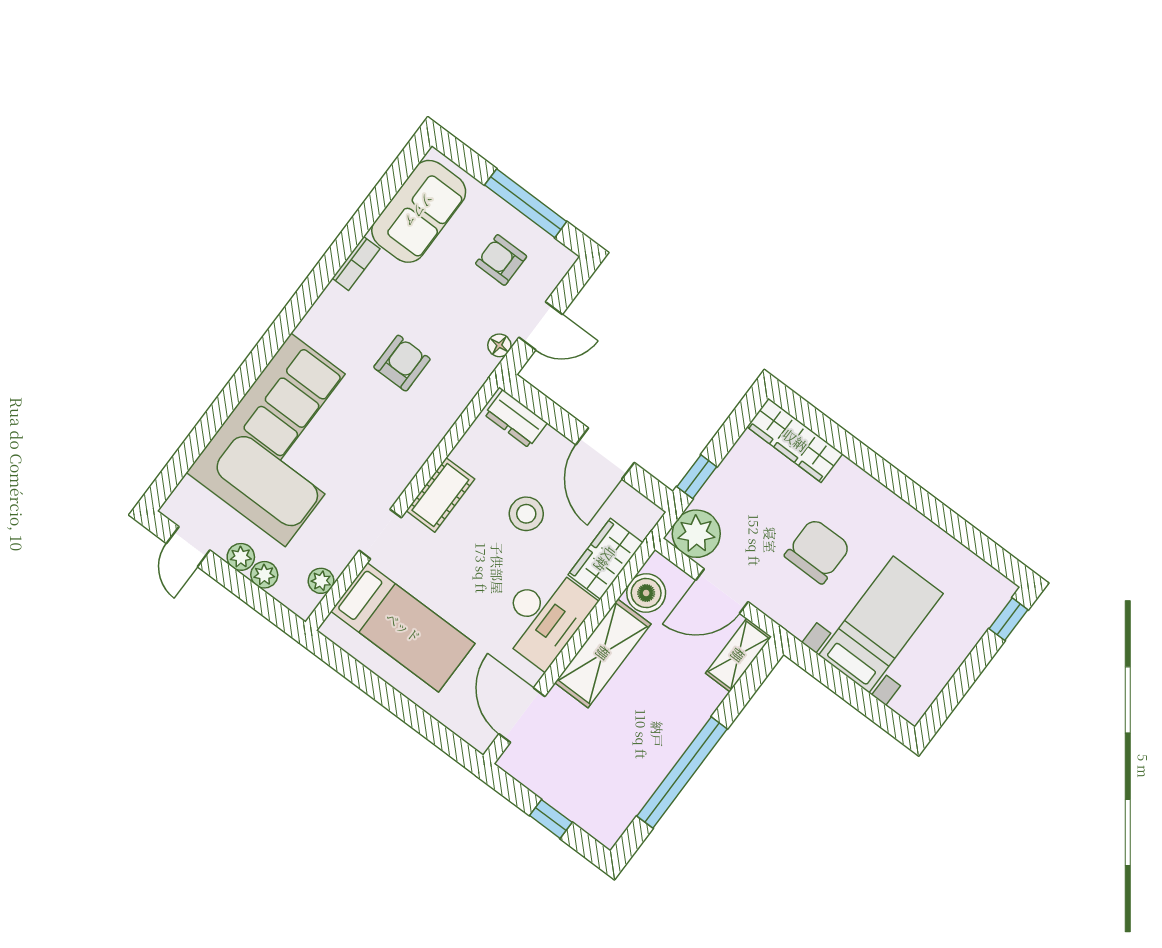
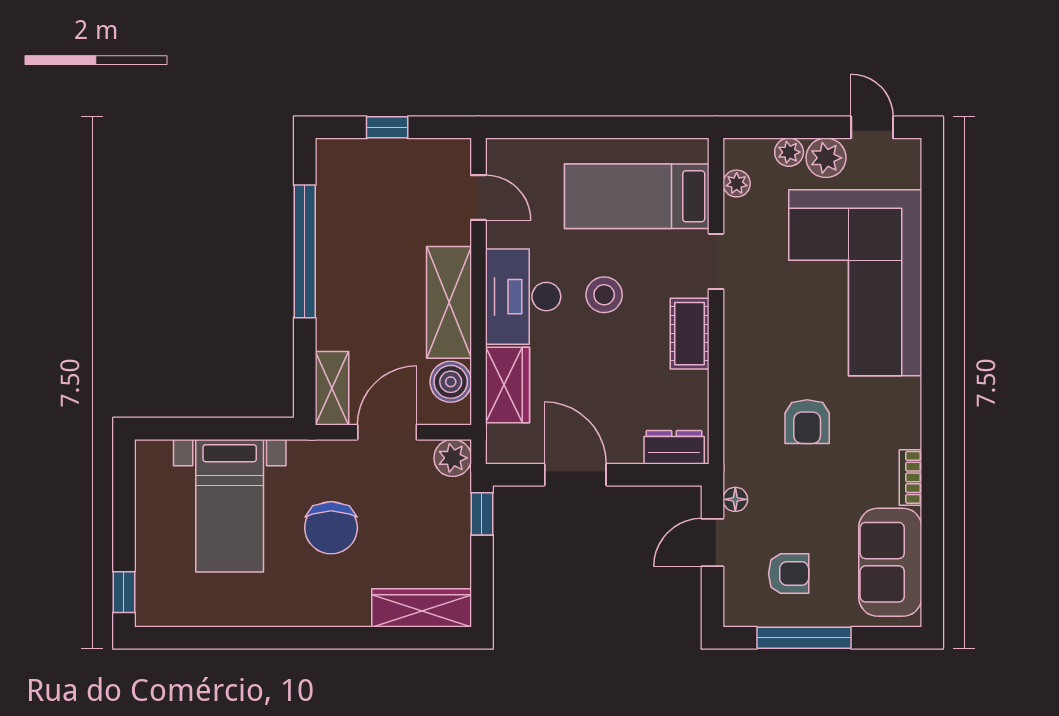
stool: (526, 514) -> (604, 295), moved
plant: (696, 534) -> (453, 458), width x0.73, depth x0.73
plant: (241, 557) -> (826, 158), width x1.38, depth x1.38
door: (522, 715) -> (478, 198), width x0.73

